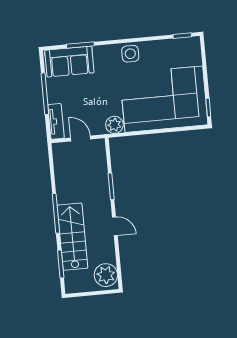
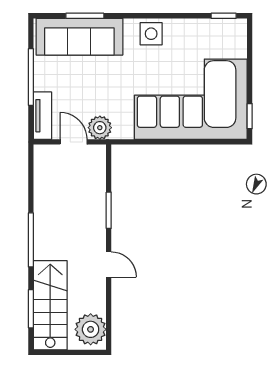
sofa: (69, 62) -> (79, 37), width x1.36
plant: (114, 125) -> (100, 128), moved
stairs: (72, 237) -> (50, 305), moved

